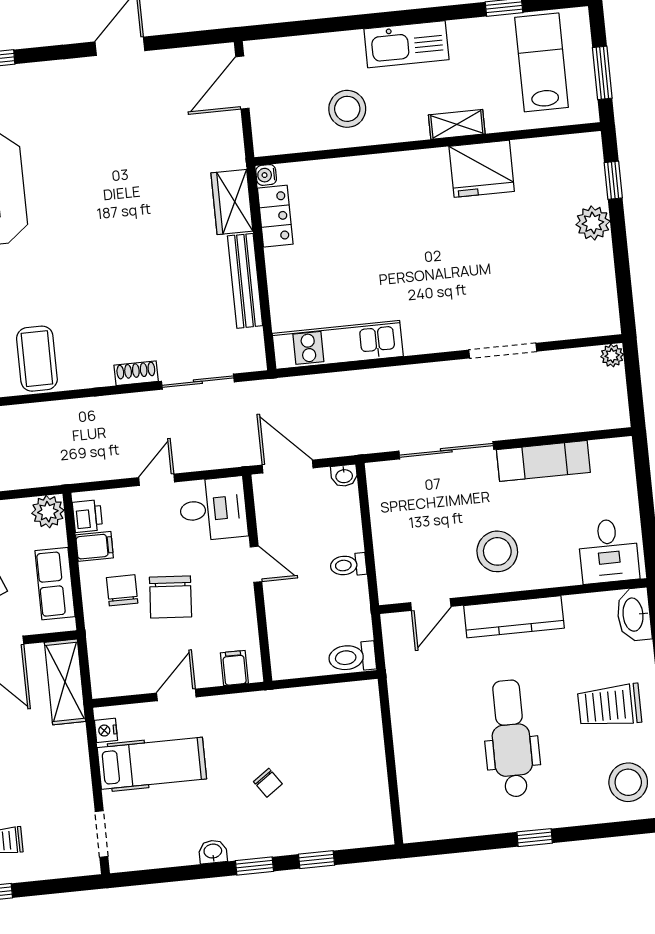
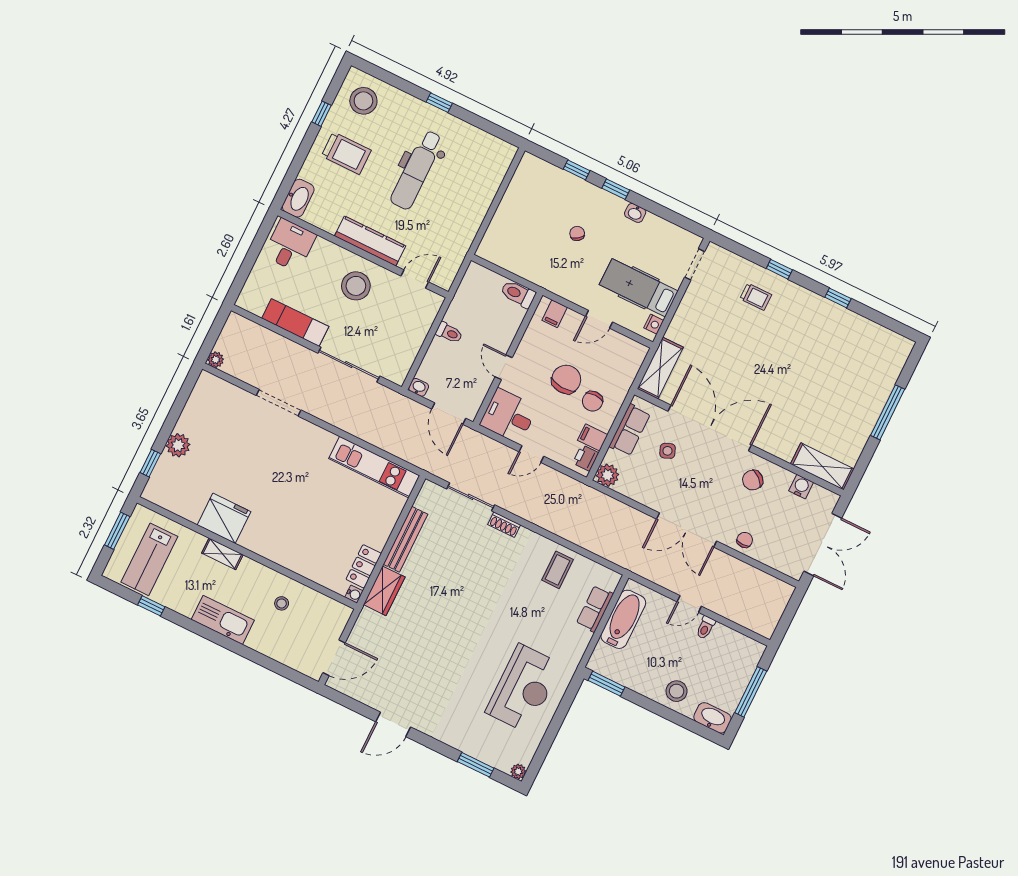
stool: (347, 109) -> (282, 603), width x0.53, depth x0.53
coffee table: (37, 359) -> (558, 570), width x0.73, depth x0.77
toilet: (352, 657) -> (518, 294), moved, turned 180

